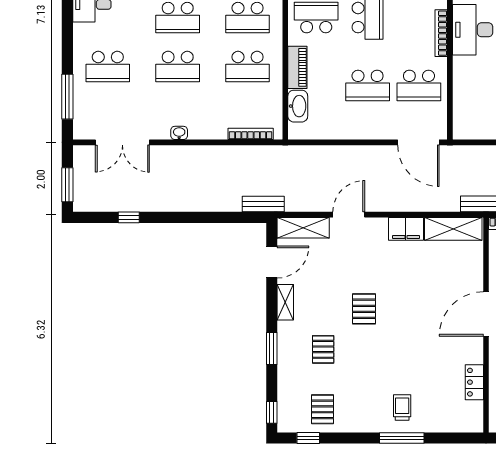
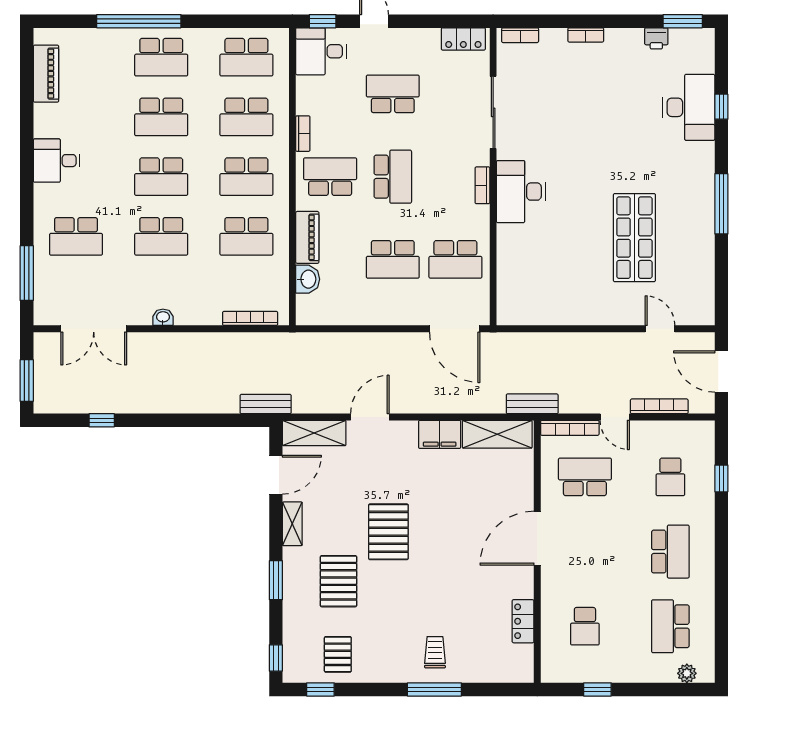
bookcase: (441, 33) -> (482, 185), width x0.64
washbasin: (298, 106) -> (308, 279), width x0.72
pallet: (364, 309) -> (388, 532), width x1.50, depth x1.42
pallet: (323, 349) -> (338, 581), width x1.50, depth x1.42

